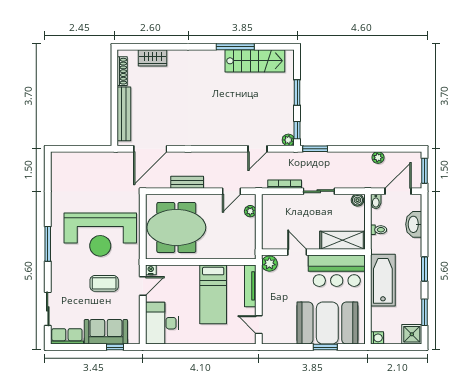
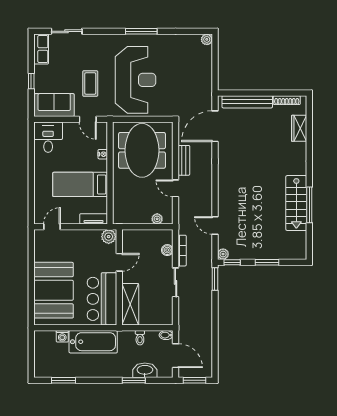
stairs: (255, 61) -> (296, 203), moved
door: (150, 149) -> (215, 126), hinge flipped
plant: (378, 158) -> (207, 39), moved
door: (231, 191) -> (176, 188), moved
boiler: (357, 200) -> (167, 250), moved
reception desk: (100, 235) -> (135, 80), turned 180
window: (48, 244) -> (141, 31), moved
window: (425, 269) -> (134, 380), moved
nightstand: (151, 270) -> (103, 154), moved
tv unit: (250, 286) -> (94, 219), width x0.71
desk: (162, 323) -> (48, 137), width x0.73
sofa: (106, 332) -> (54, 105), moved, turned -90
shower: (412, 334) -> (43, 368), removed
washing machine: (377, 338) -> (62, 336), moved
window: (115, 347) -> (31, 81), moved
window: (325, 347) -> (31, 288), removed

